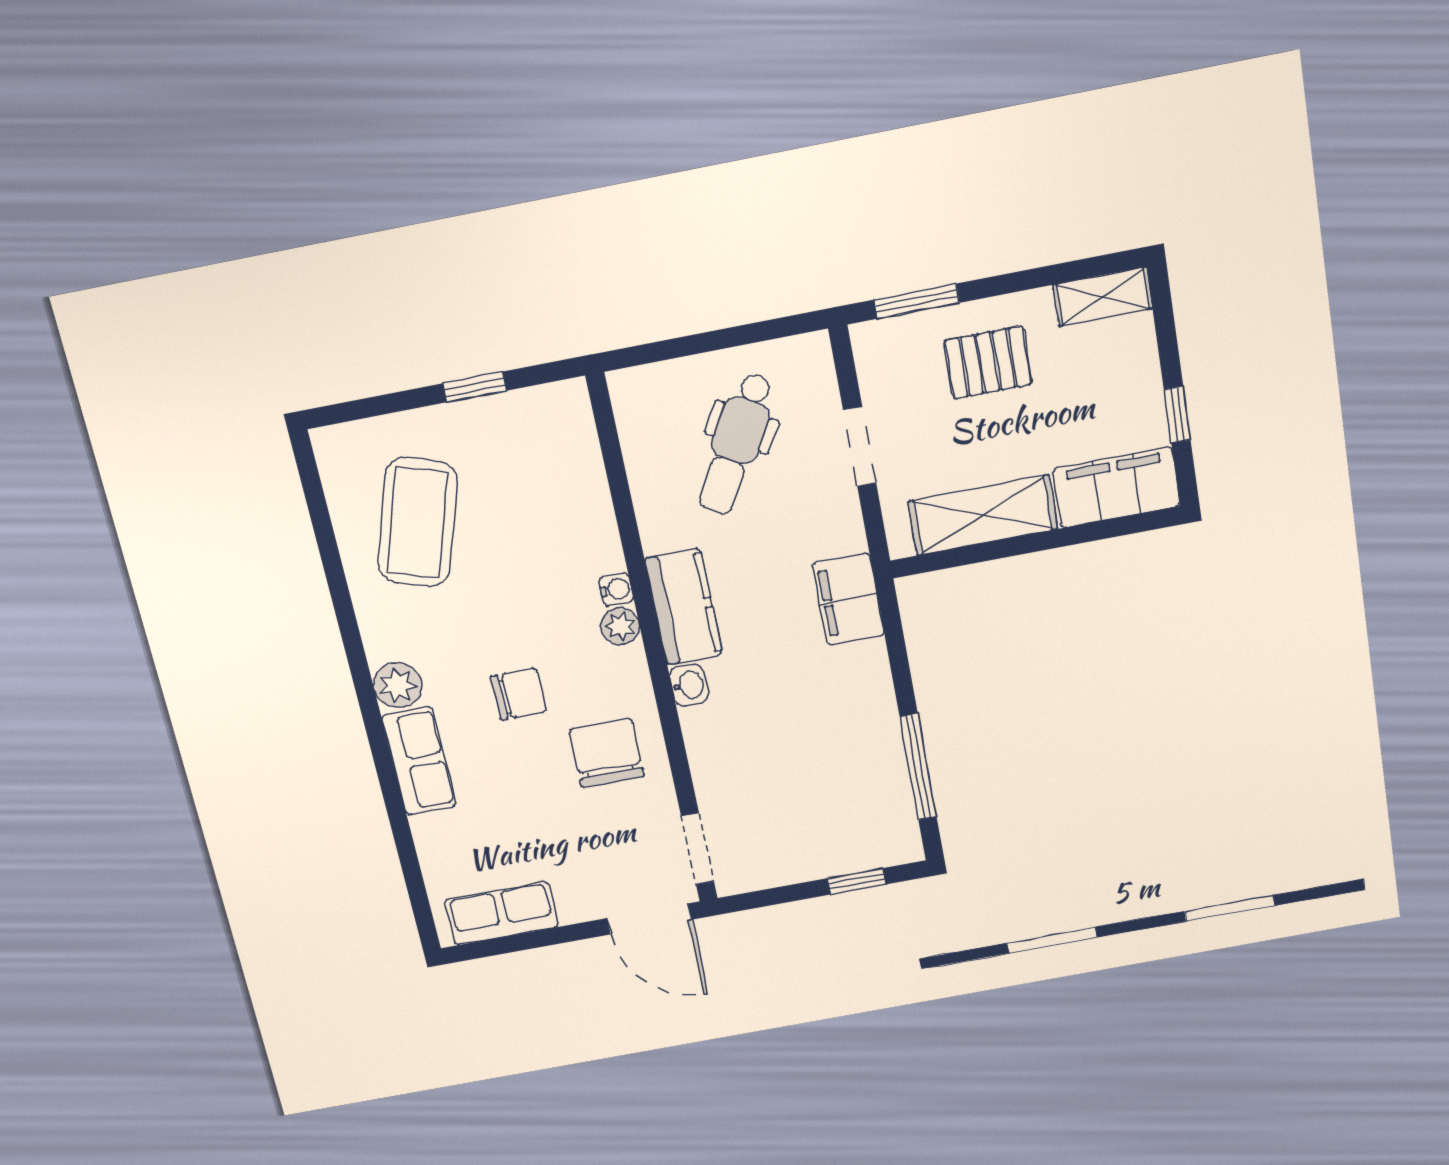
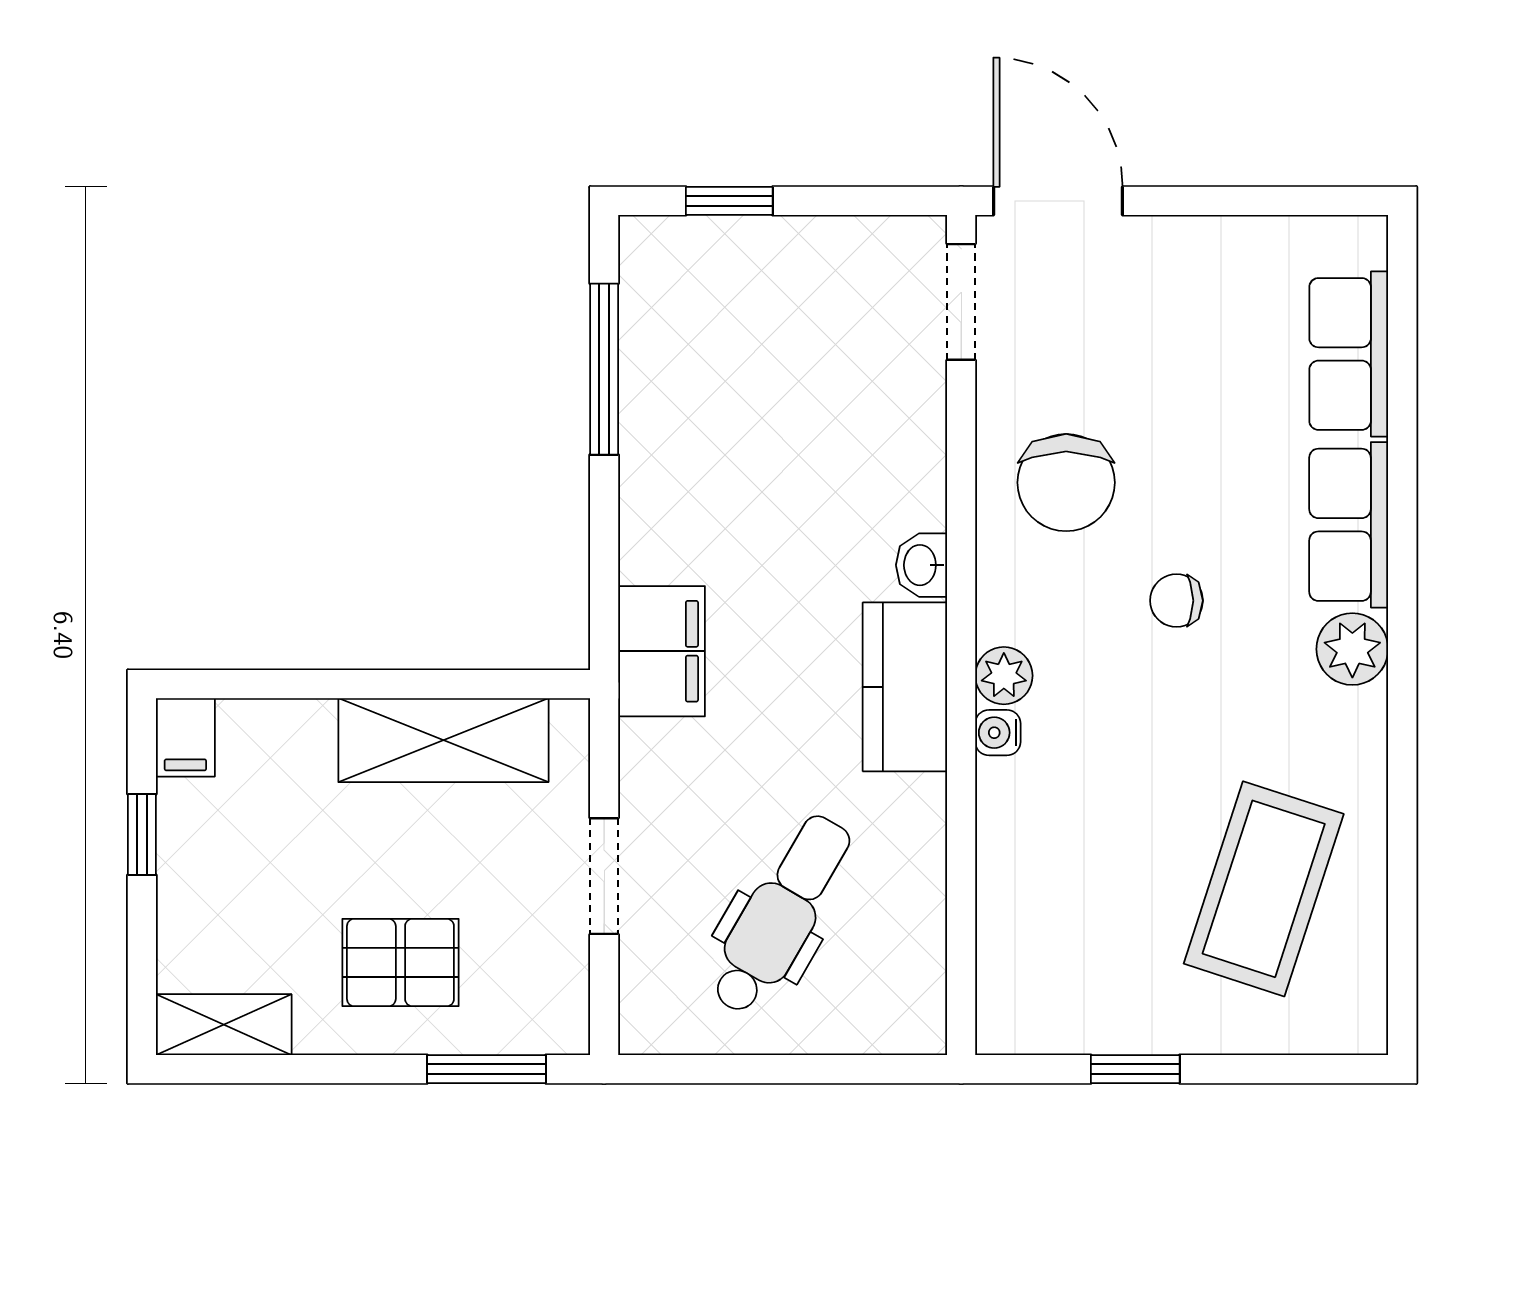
filing cabinet: (1116, 487) -> (185, 737), width x0.33, depth x0.86
chair: (519, 694) -> (1176, 601), width x0.73, depth x0.73
row of seats: (502, 913) -> (1349, 354), moved, turned 90

